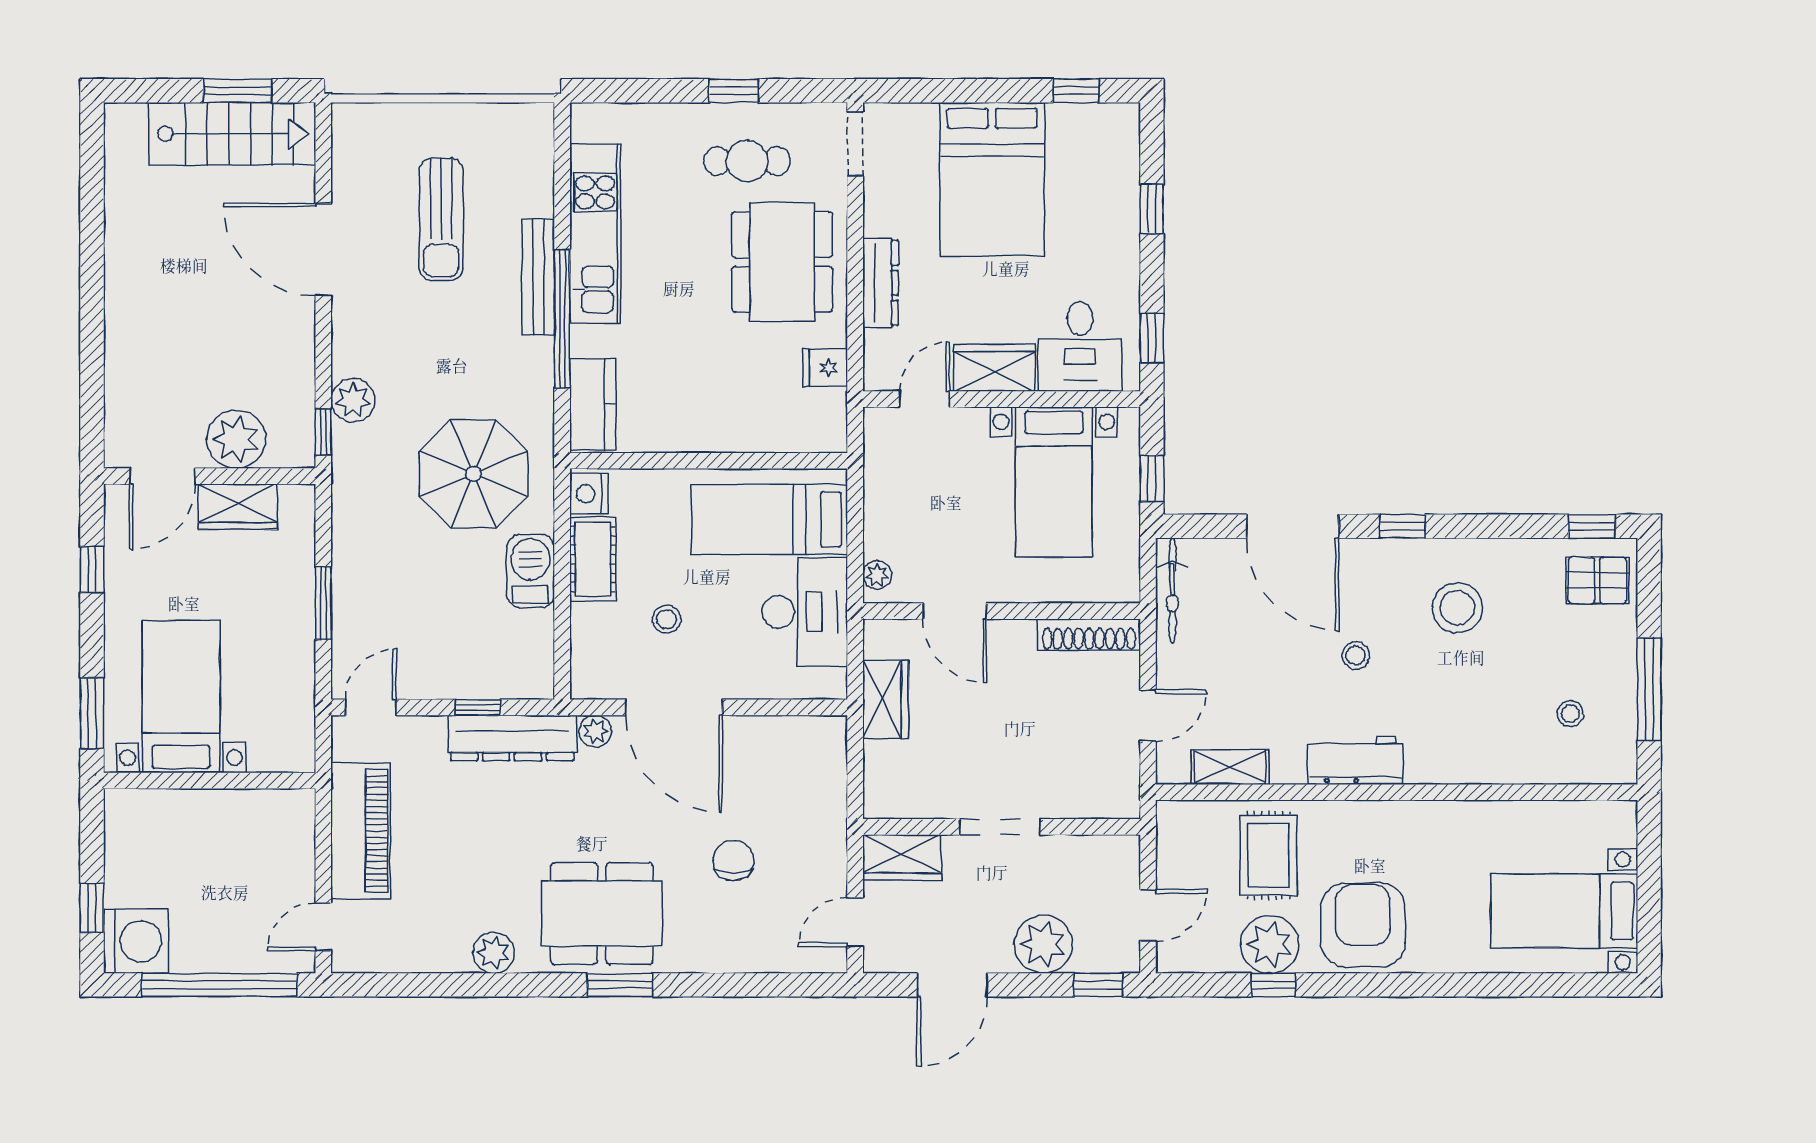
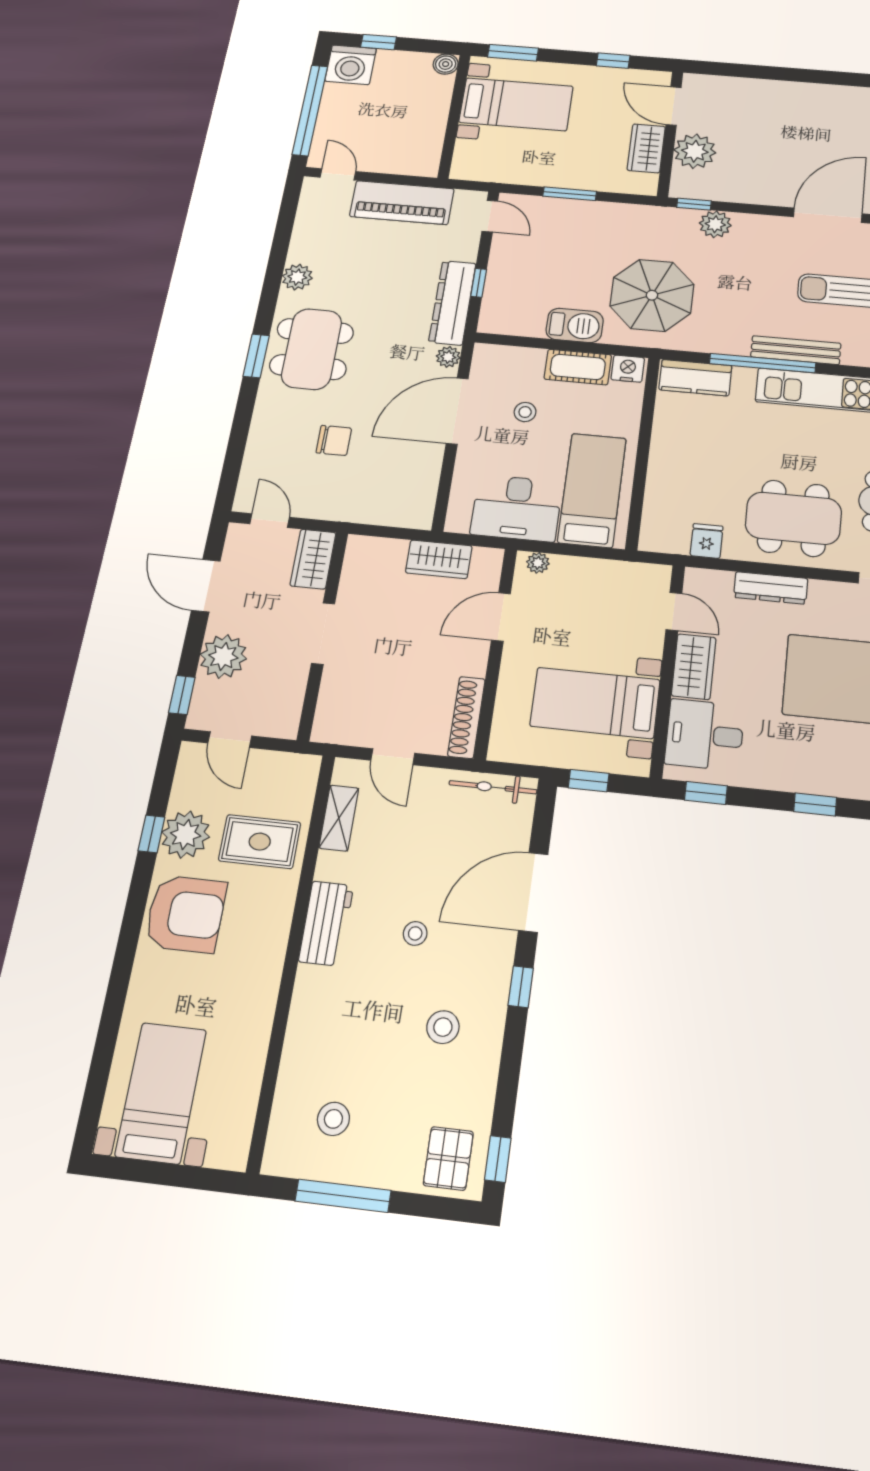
stool: (1457, 608) -> (443, 1027), width x0.73, depth x0.73
stool: (1570, 714) -> (333, 1119), width x1.37, depth x1.37
boiler: (121, 806) -> (446, 64), added

